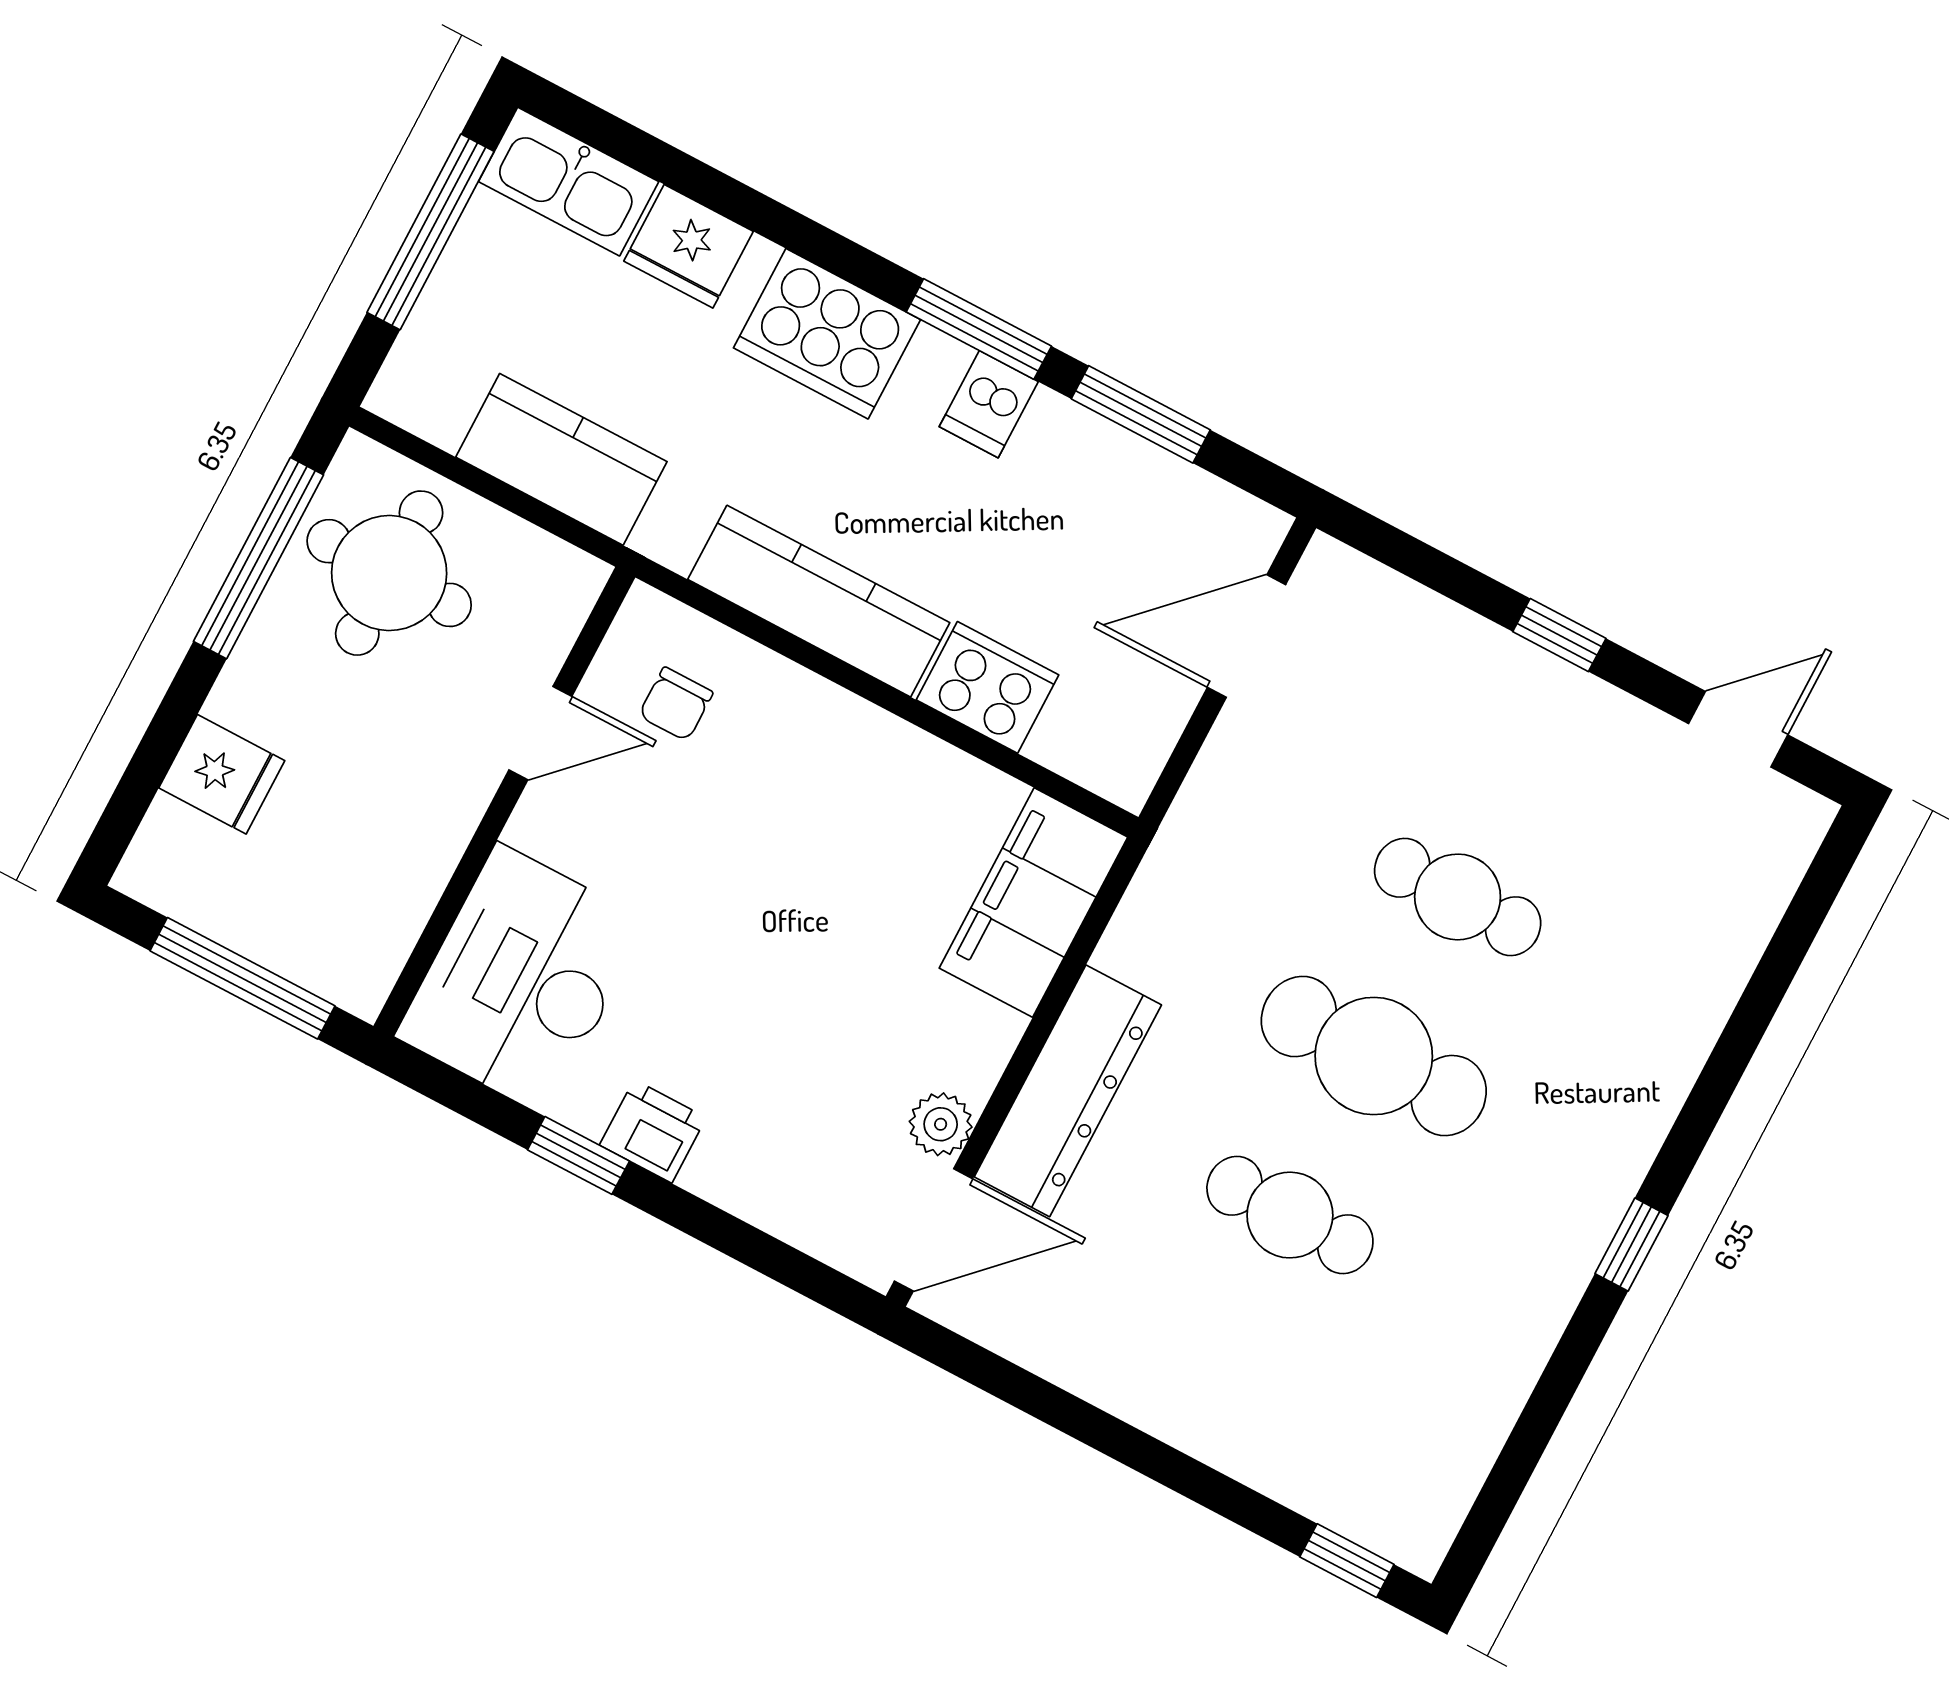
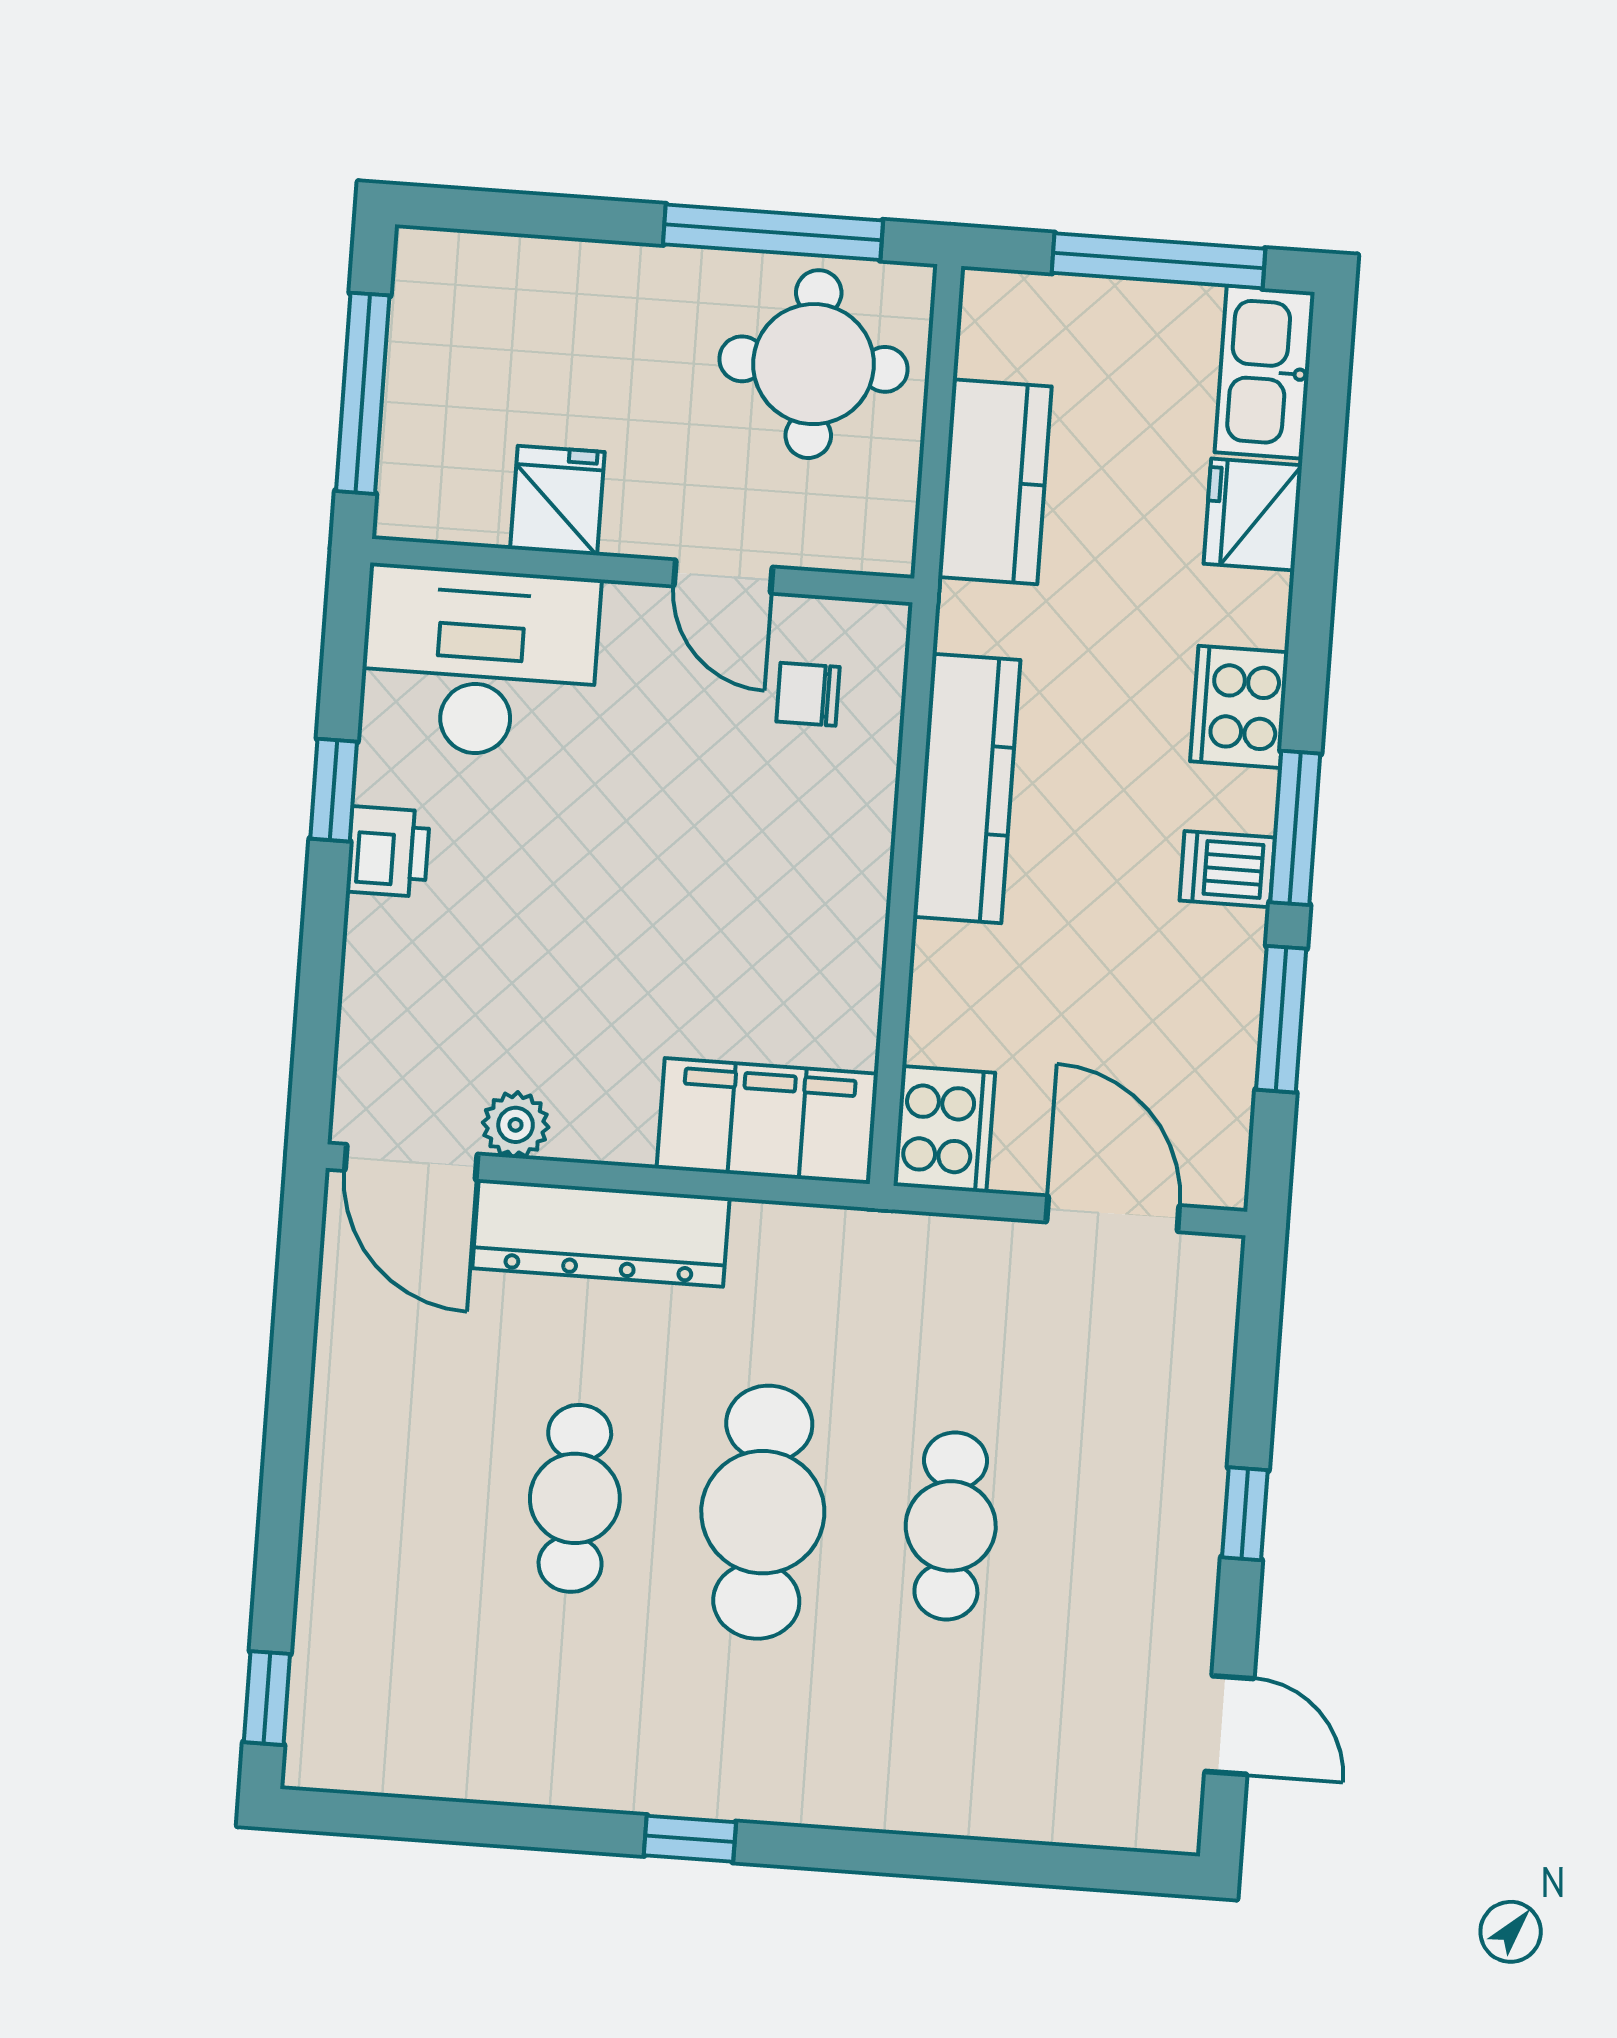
cooker: (827, 334) -> (1239, 707), width x0.73, depth x0.76
cooker: (987, 687) -> (944, 1129), moved
fridge: (222, 774) -> (557, 500), moved, turned 180

